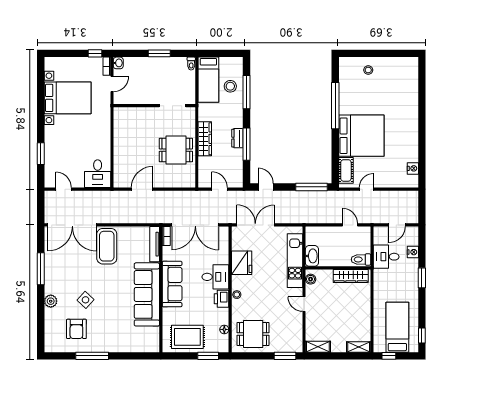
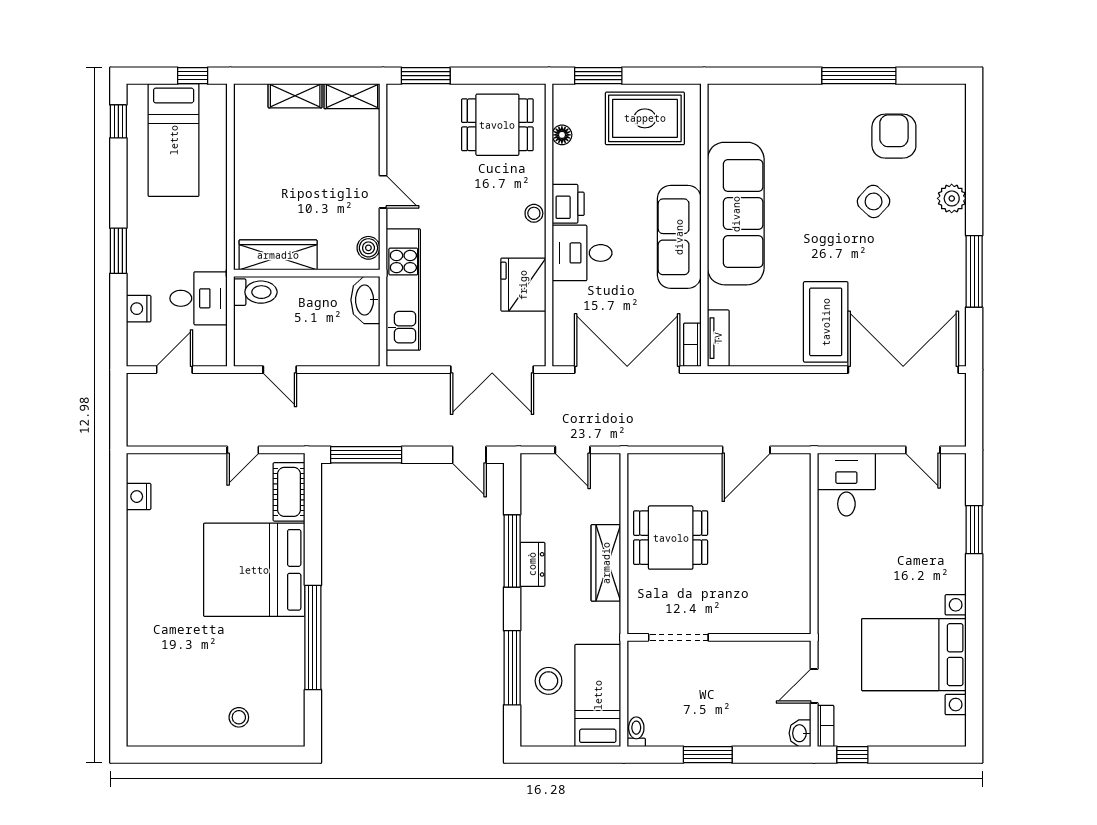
tv unit: (155, 244) -> (718, 338), width x0.71
shelving: (359, 347) -> (295, 96), moved

